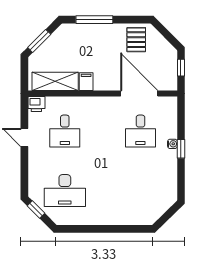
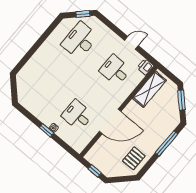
pallet: (136, 40) -> (134, 158), turned 90
filing cabinet: (86, 82) -> (134, 108), removed
door: (139, 94) -> (110, 121), moved

